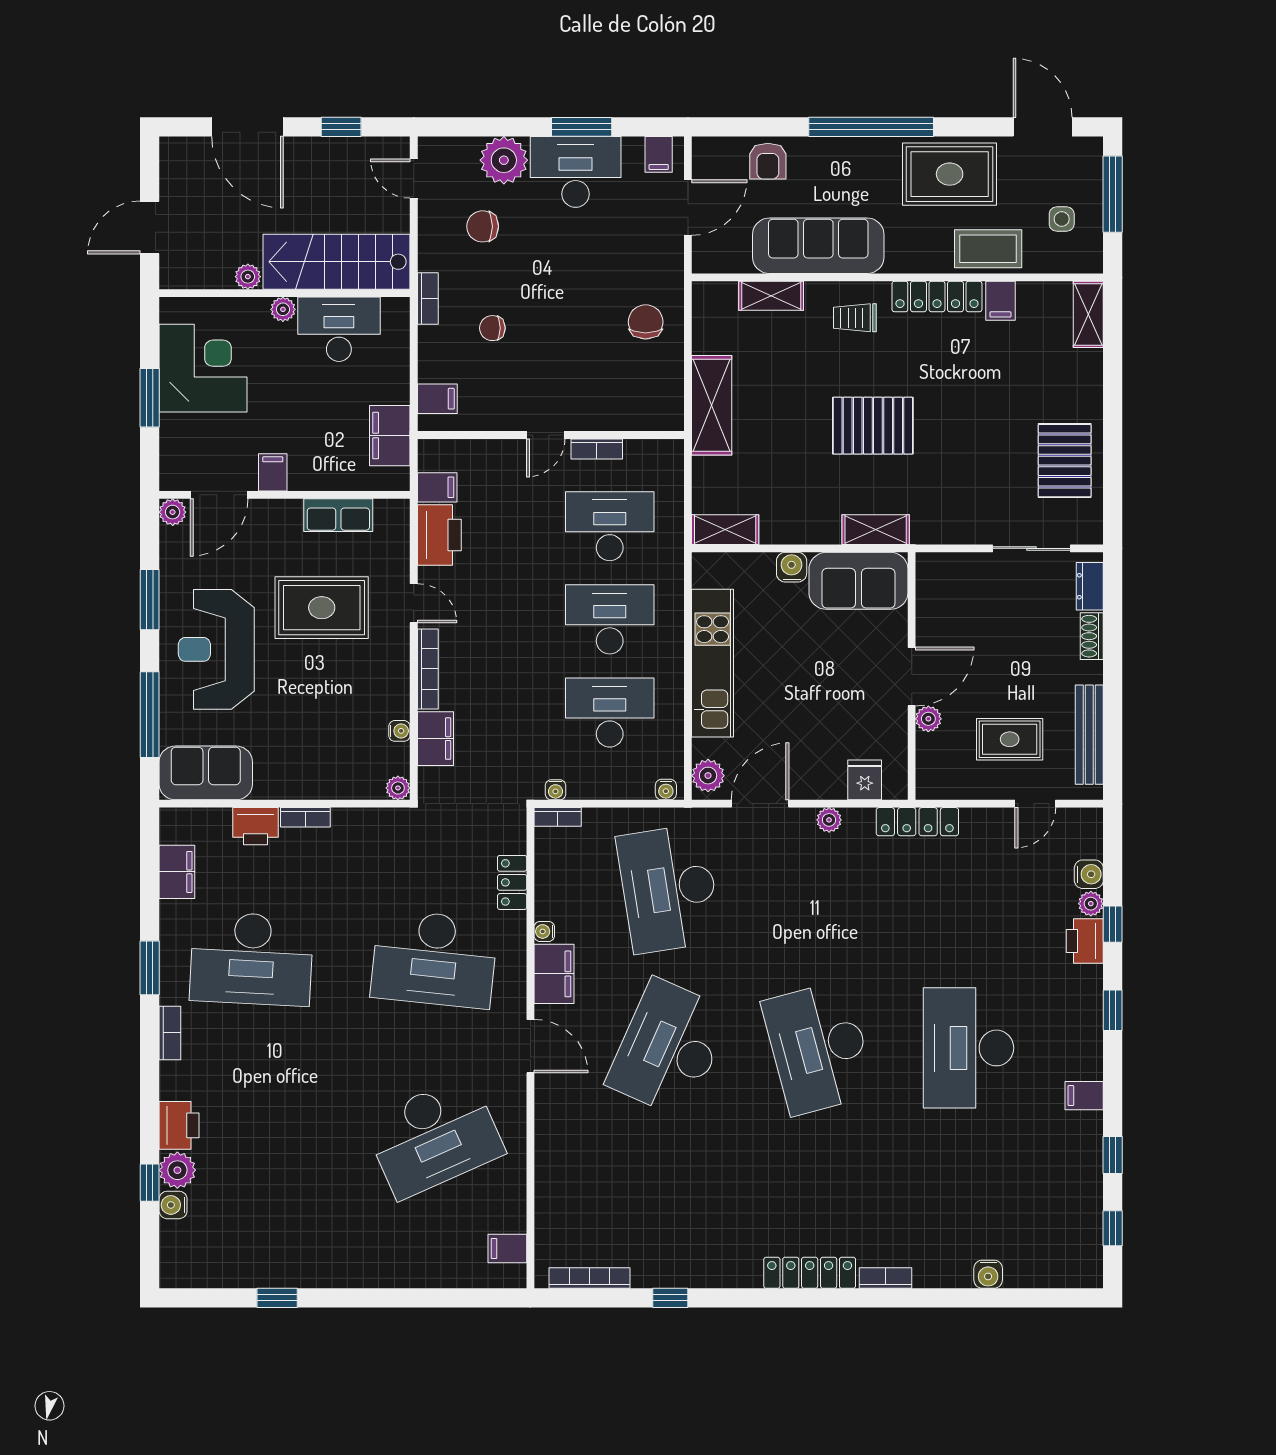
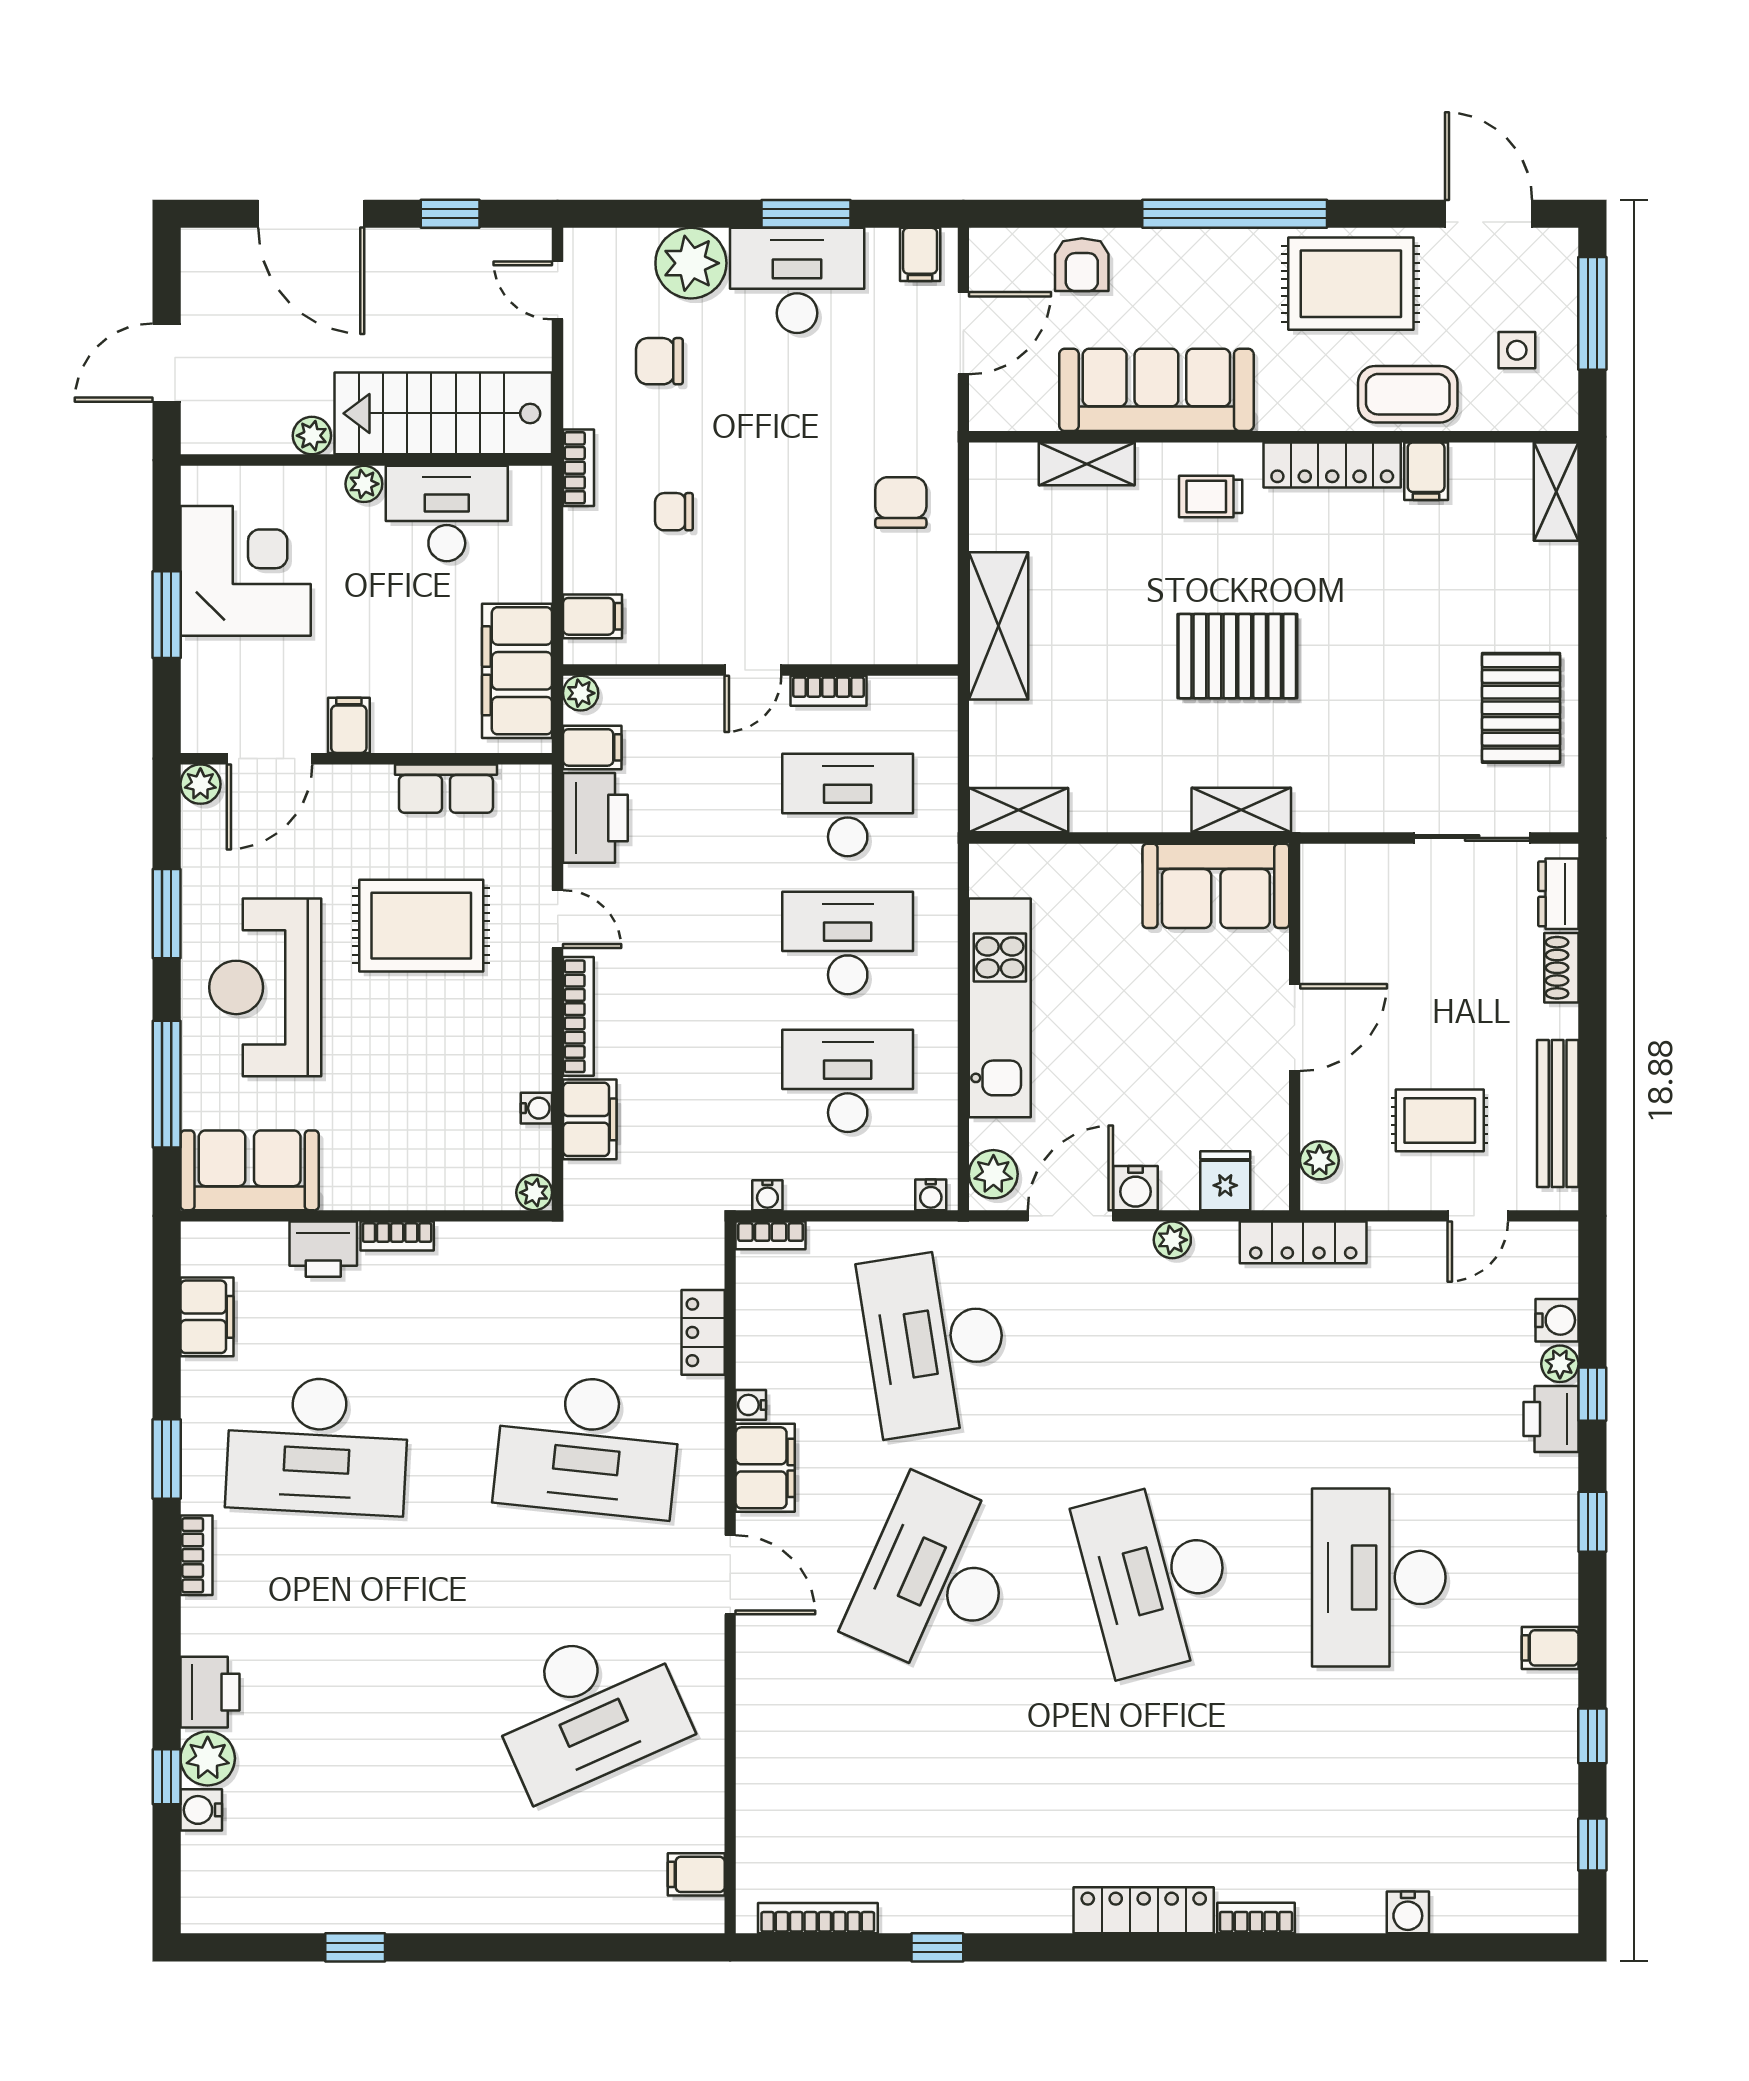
filing cabinet: (390, 436) -> (517, 671), width x1.50, depth x1.17
plant: (429, 451) -> (581, 693), added
water cooler: (792, 567) -> (1136, 1188), moved, turned 180
plant: (928, 719) -> (1319, 1160), moved

